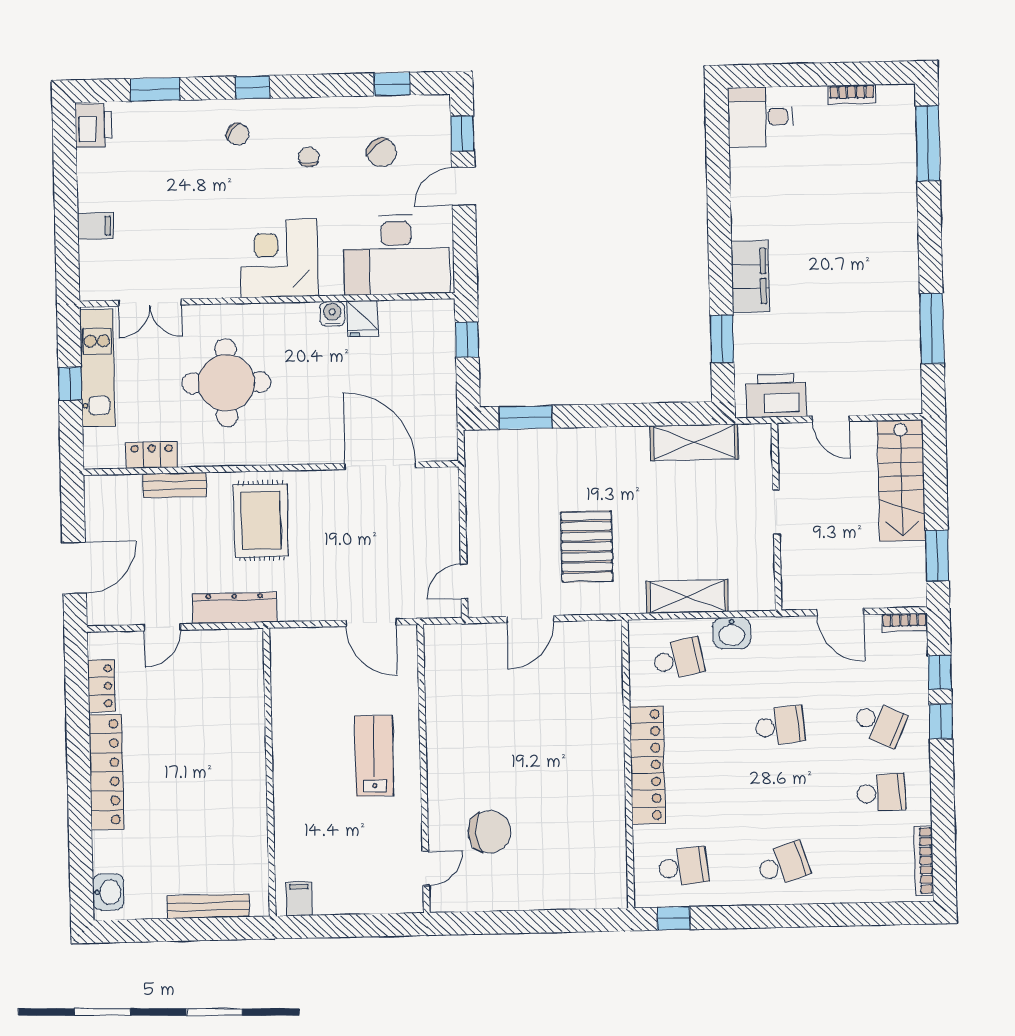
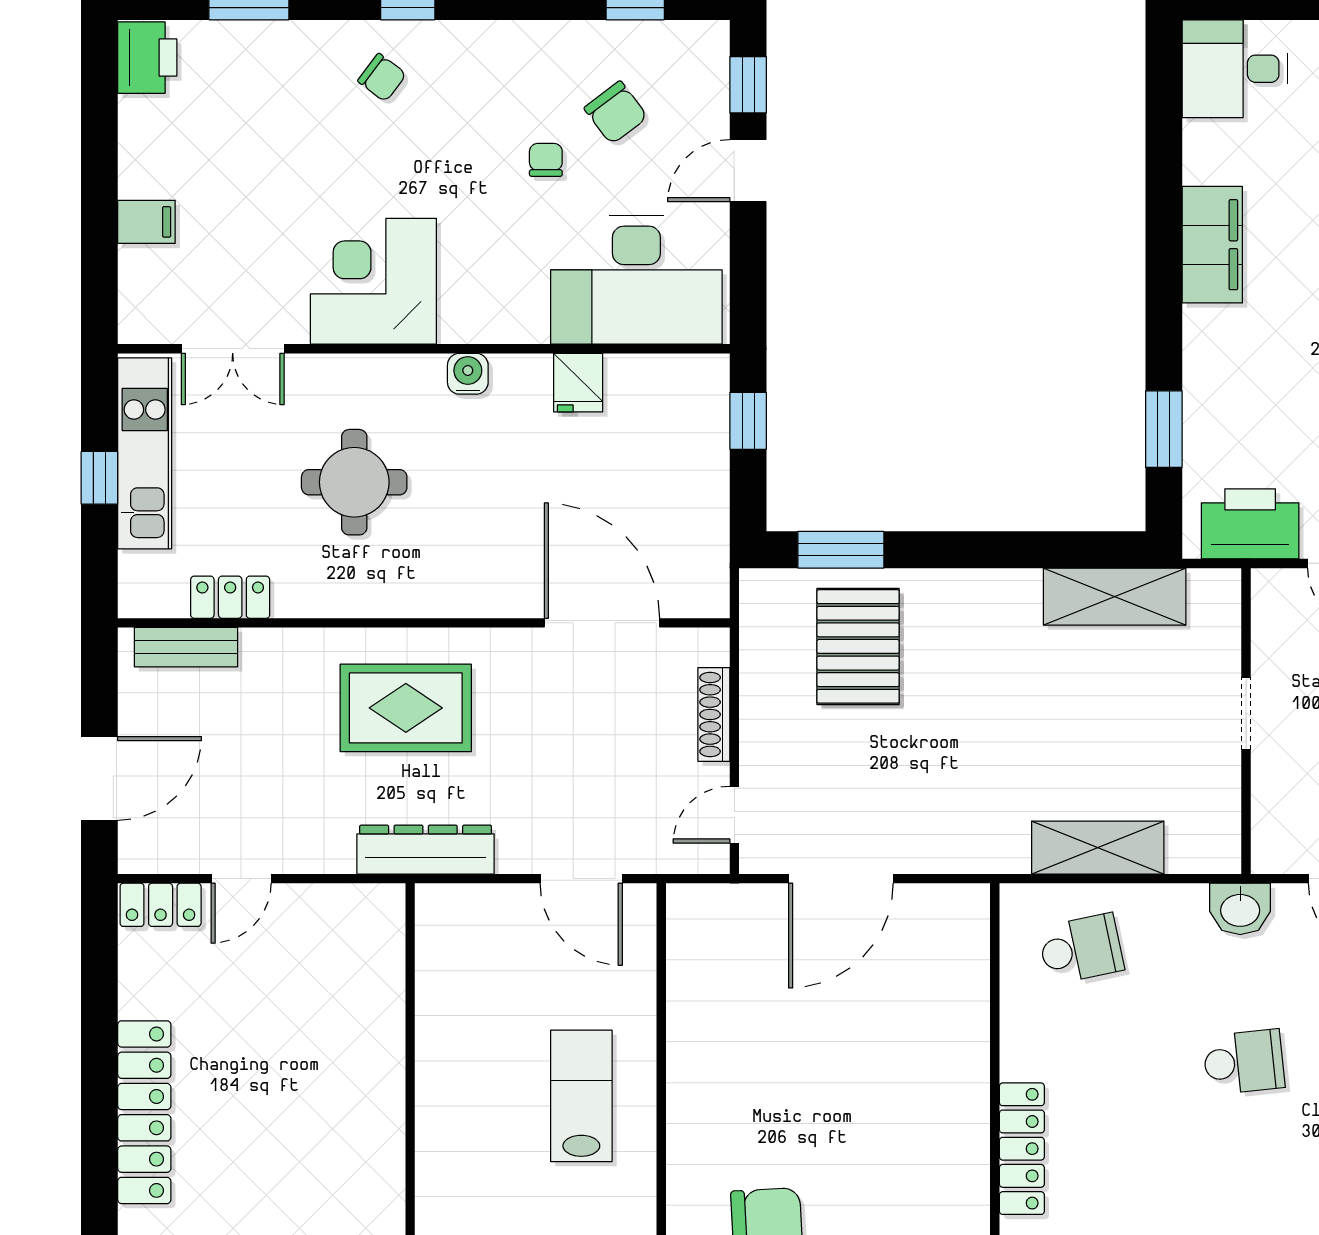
chair: (309, 157) -> (546, 160), moved
corner desk: (279, 258) -> (373, 281), moved
filing cabinet: (750, 276) -> (1212, 245), moved
water cooler: (332, 314) -> (468, 374), moved
round table: (226, 383) -> (354, 482), width x0.73, depth x0.73
bench: (175, 485) -> (186, 647), moved
rug: (261, 520) -> (406, 708), turned 90
shoe rack: (450, 520) -> (714, 714), added
pallet: (587, 547) -> (858, 646), moved
dresser: (235, 608) -> (426, 850), moved
door: (530, 619) -> (841, 879), width x1.36
washbasin: (732, 633) -> (1240, 909), moved
locker: (101, 686) -> (161, 905), moved, turned 90
locker: (647, 765) -> (1022, 1149), width x0.71, depth x0.83

